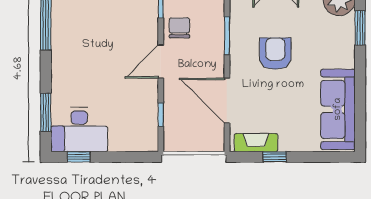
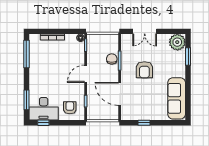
chair: (179, 28) -> (112, 59), moved
armchair: (275, 54) -> (144, 70), turned 180
armchair: (130, 128) -> (70, 108), added
fireplace: (256, 143) -> (134, 115), removed

